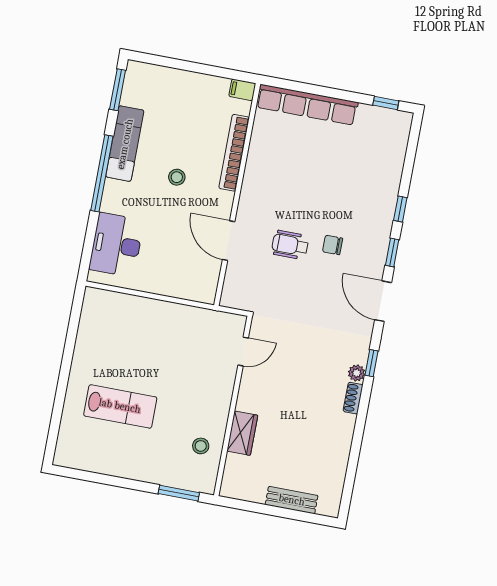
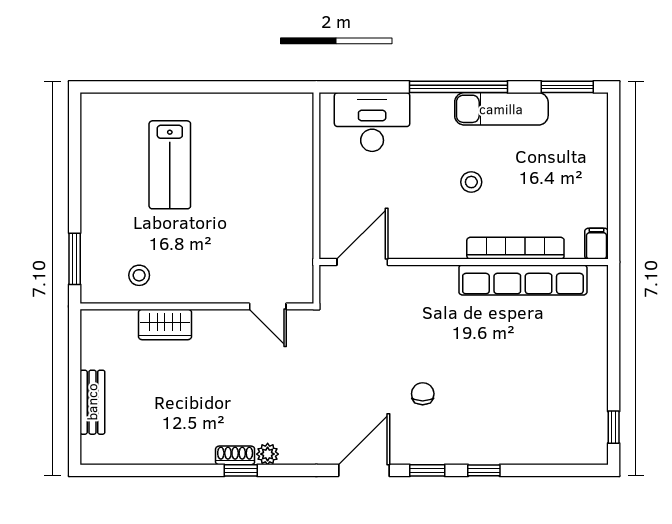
row of seats: (307, 105) -> (523, 280), moved, turned -90
door: (229, 241) -> (362, 262), moved
wheelchair: (290, 245) -> (413, 340), removed
window: (371, 363) -> (241, 470), moved

